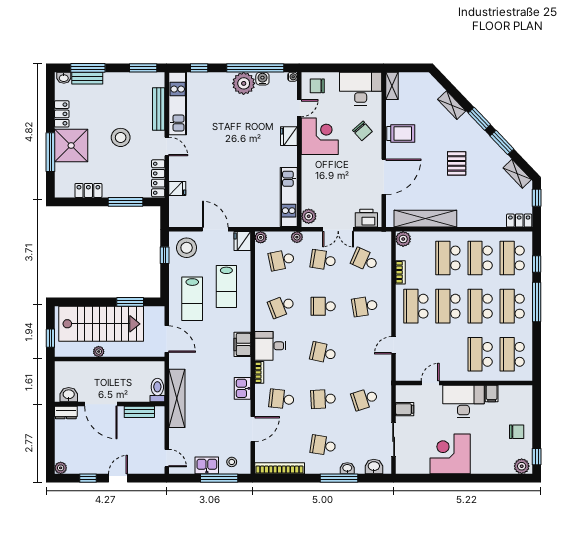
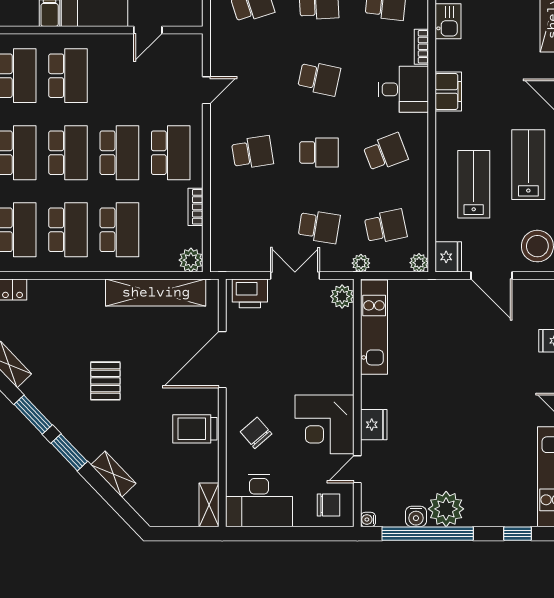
school desk: (365, 260) -> (253, 227), removed

